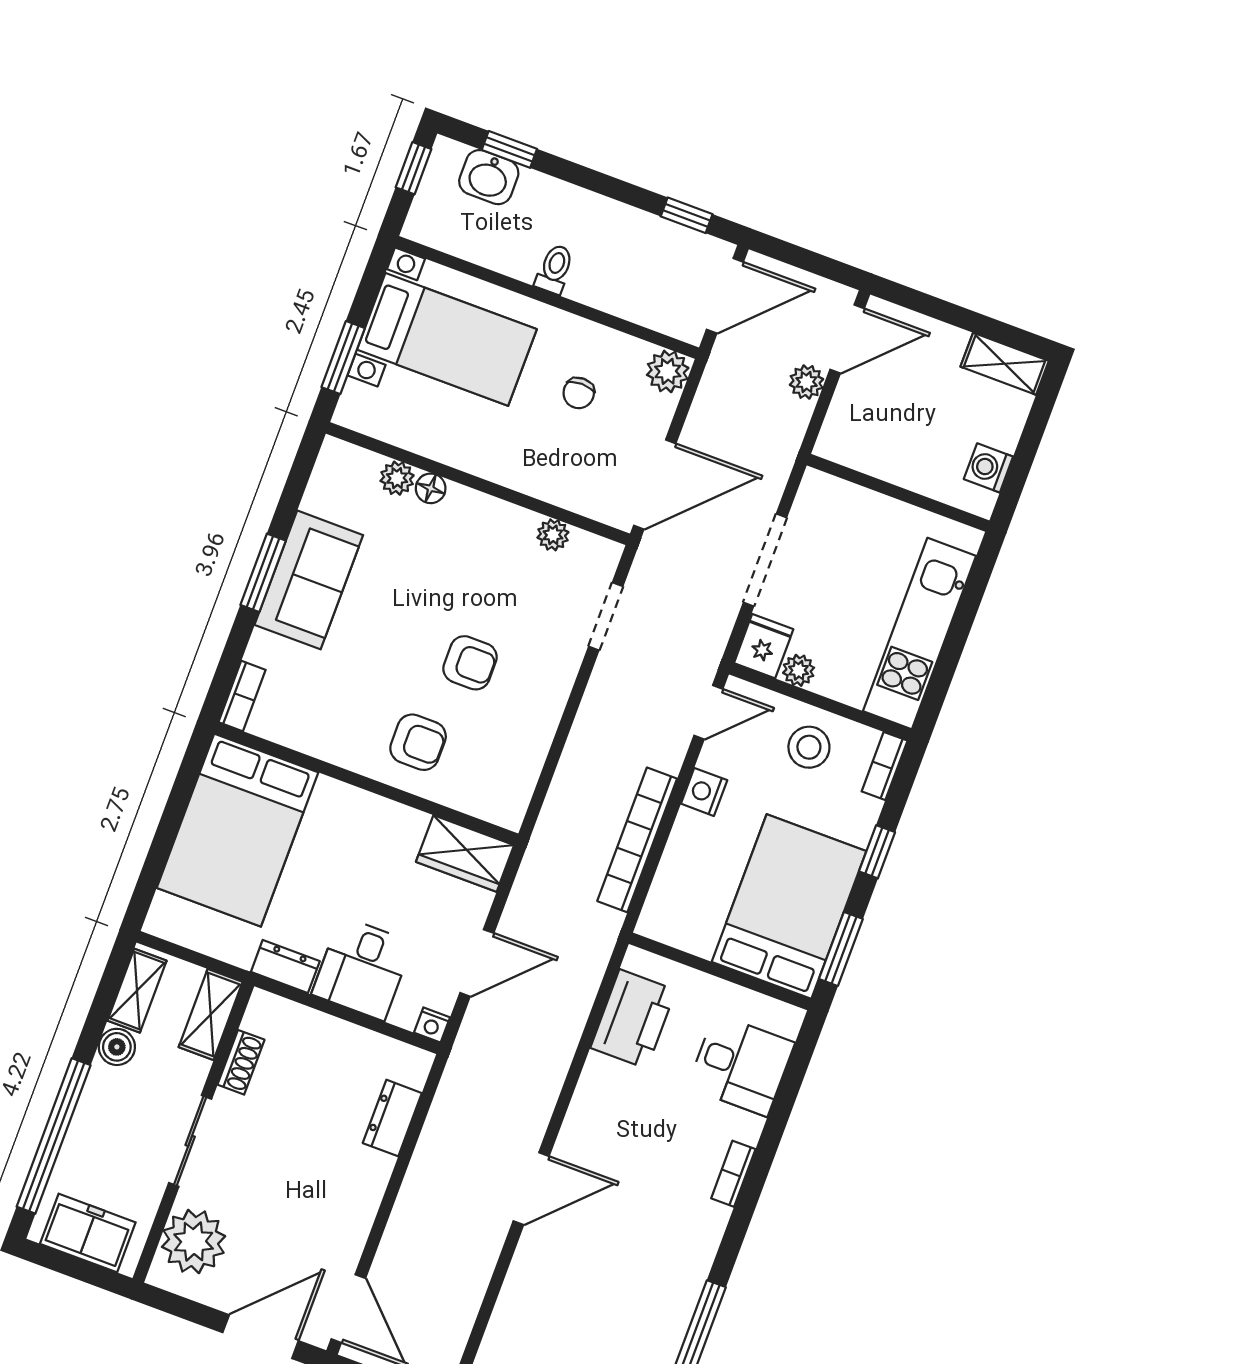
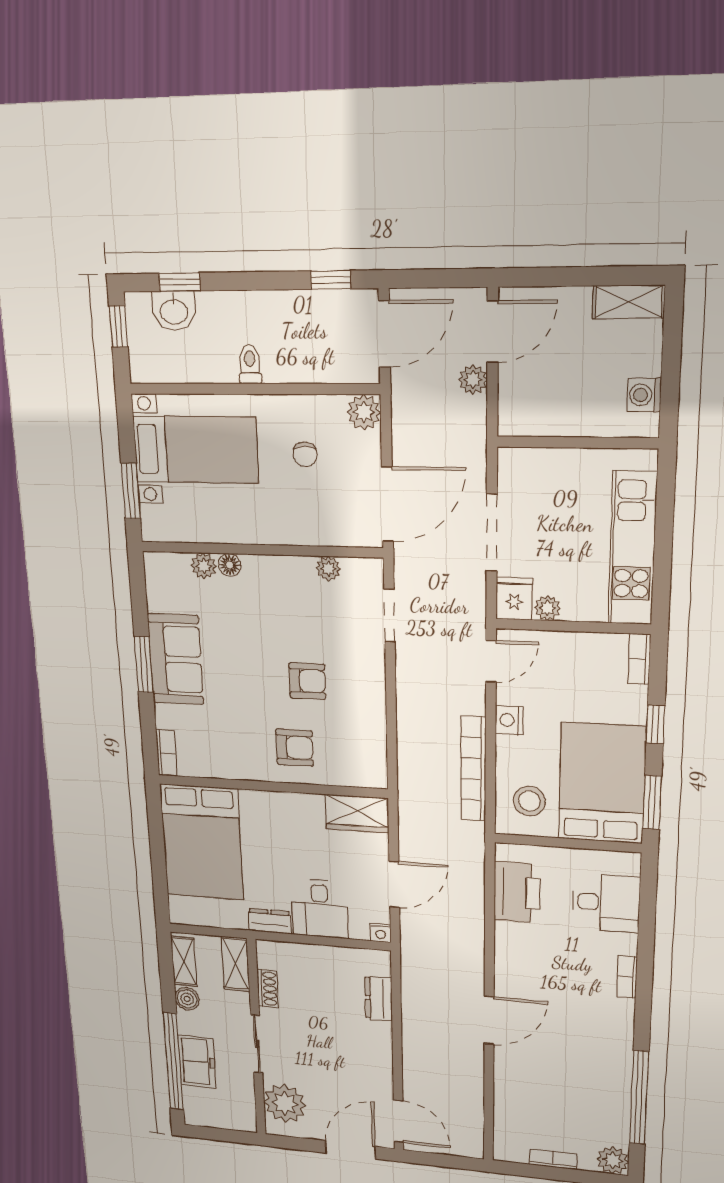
stool: (809, 747) -> (529, 801), moved
freezer: (88, 1233) -> (197, 1062), moved, turned 90

